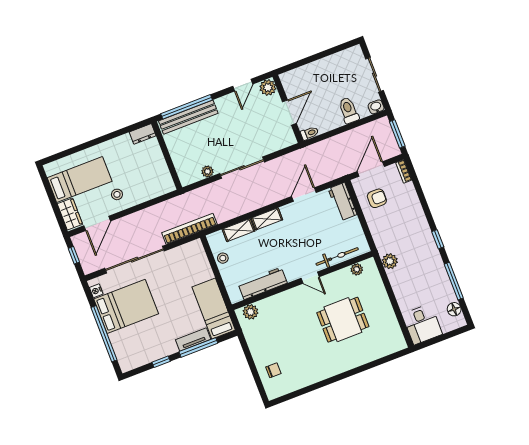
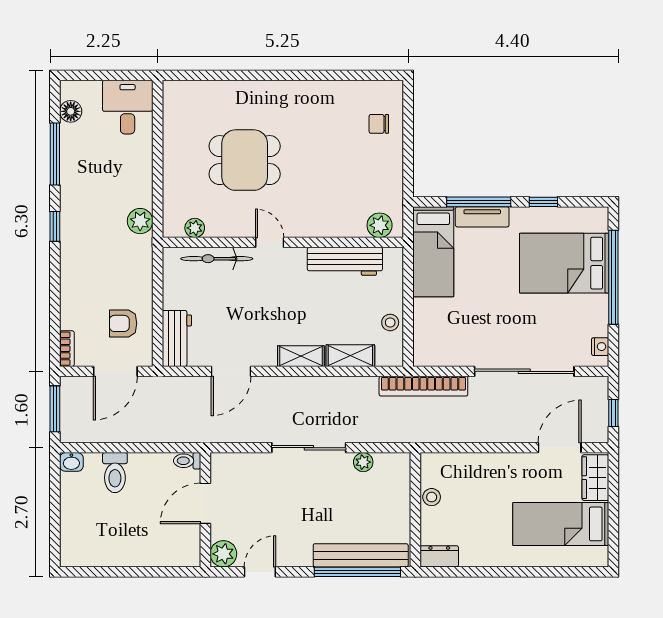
sliding door: (375, 75) -> (55, 511), removed
stool: (117, 194) -> (432, 497), moved
bed: (126, 306) -> (564, 263), moved

